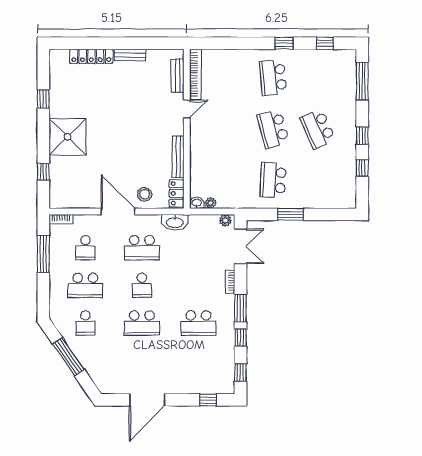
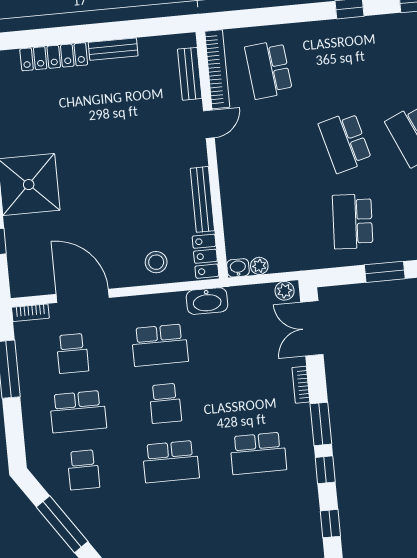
school desk: (273, 78) -> (269, 70), moved
door: (118, 211) -> (83, 296), moved
double door: (240, 246) -> (312, 328), swing flipped

